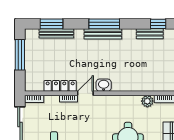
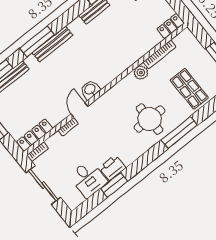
window: (104, 24) -> (37, 41), moved
locker: (60, 86) -> (35, 135), moved

